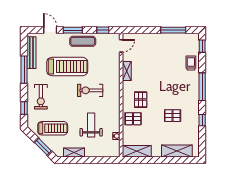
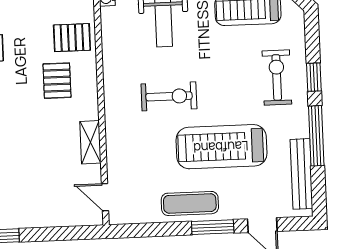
window: (103, 30) -> (146, 230), removed
door: (121, 46) -> (105, 197), hinge flipped
window: (24, 108) -> (314, 77), moved

